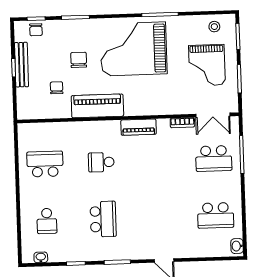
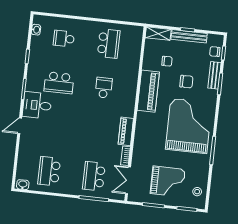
bench: (66, 26) -> (214, 75), added
grand piano: (207, 65) -> (168, 181), turned 180
shelving: (24, 104) -> (158, 34), added
piano: (139, 127) -> (126, 131), moved
desk: (135, 242) -> (37, 105), added

